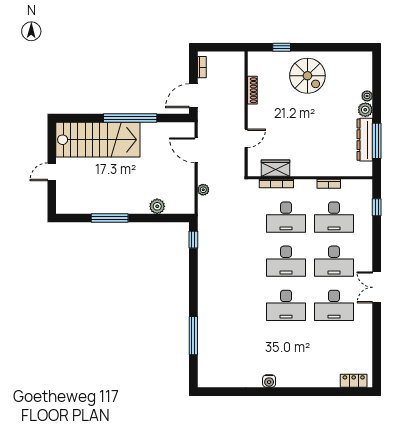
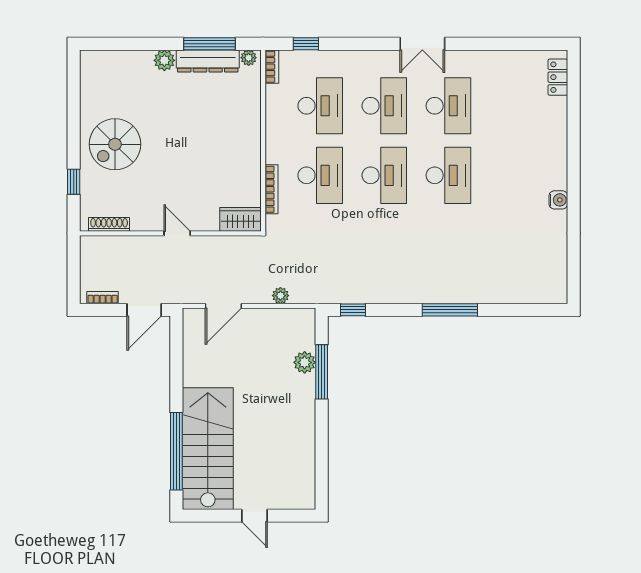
spiral stairs: (307, 76) -> (115, 144), turned 180
shoe rack: (252, 90) -> (109, 224), moved
door: (193, 96) -> (144, 310), hinge flipped
plant: (367, 96) -> (249, 58), moved
window: (130, 118) -> (176, 451), moved
door: (246, 138) -> (177, 233), moved
wardrobe: (275, 168) -> (241, 219), moved, turned 90
bookcase: (329, 184) -> (272, 67), moved
window: (110, 218) -> (322, 372), moved
window: (193, 336) -> (450, 310), moved

